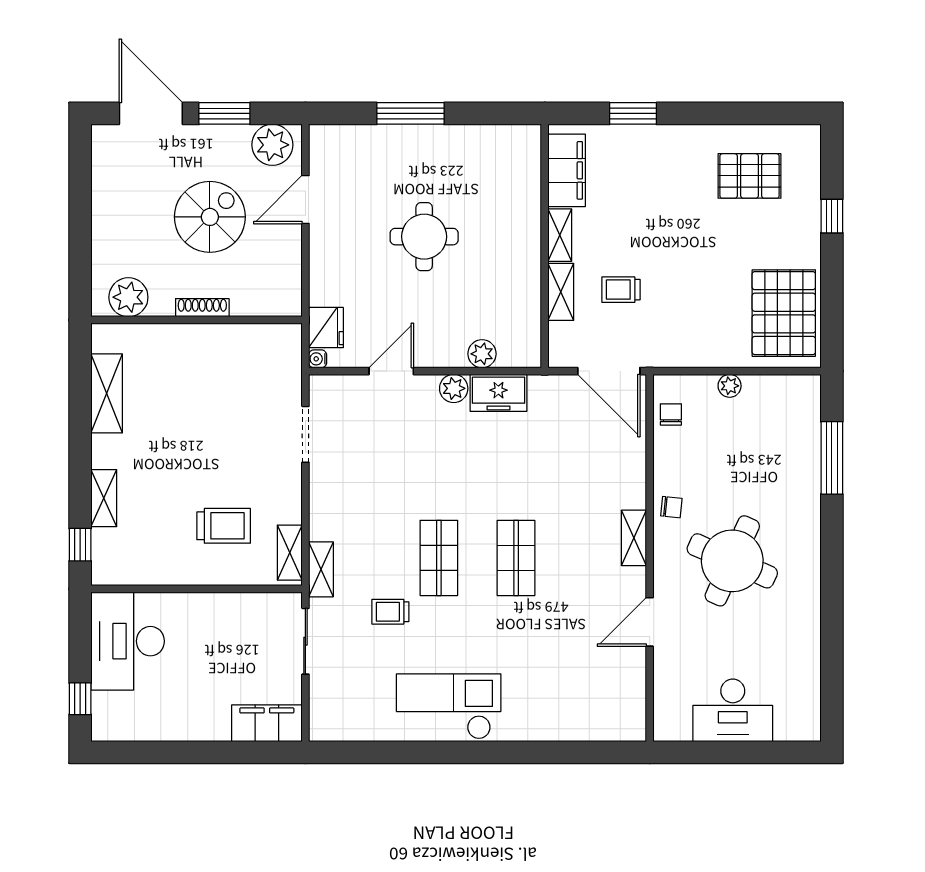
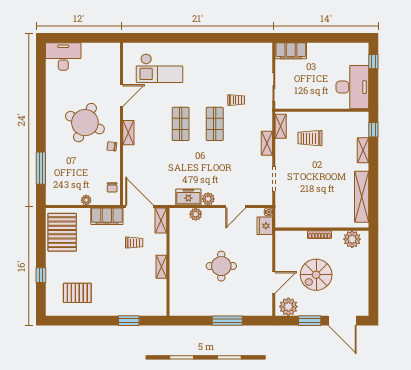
filing cabinet: (567, 170) -> (107, 216), moved, turned -90
shelving: (561, 292) -> (161, 221), moved
shelving: (107, 393) -> (362, 197), width x1.47
shelving: (321, 569) -> (267, 143), moved
checkout: (449, 706) -> (160, 68), moved
desk: (733, 710) -> (63, 56), moved

